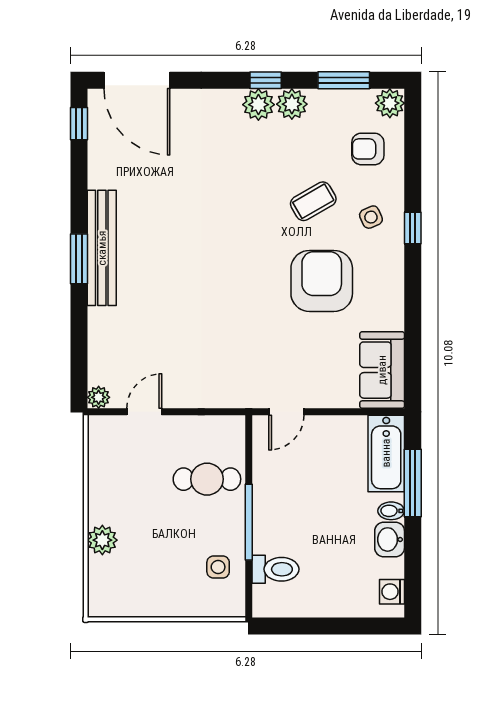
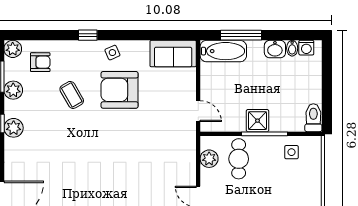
plant: (292, 104) -> (13, 90), moved
armchair: (368, 149) -> (40, 62), turned -90
side table: (371, 217) -> (112, 53), moved
plant: (207, 430) -> (209, 159), added
shower: (271, 510) -> (257, 121), added
bidet: (391, 511) -> (292, 48), moved
toilet: (275, 569) -> (313, 118), moved

